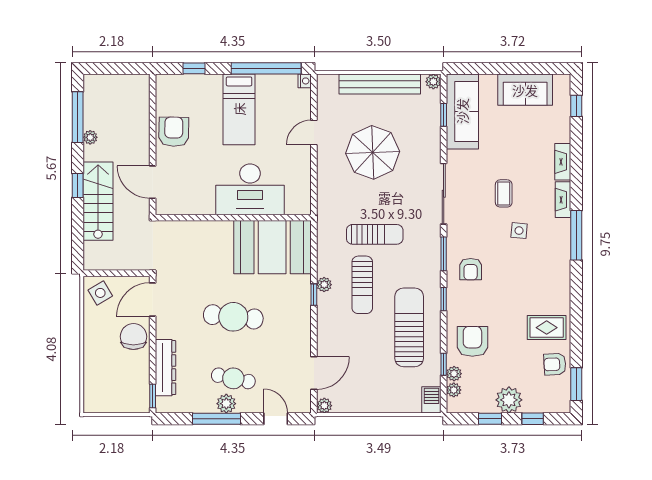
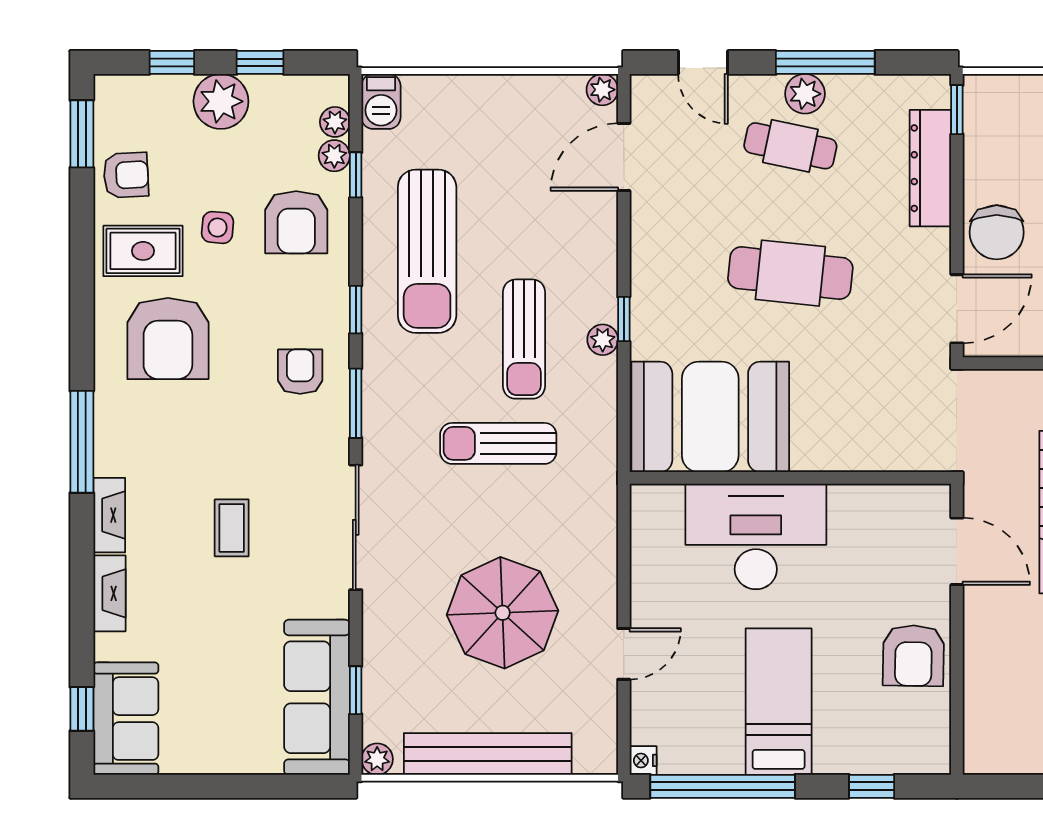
sofa: (525, 90) -> (126, 719), moved, turned 90
side table: (519, 231) -> (218, 227), moved
sun lounger: (362, 285) -> (524, 339), turned 180
armchair: (535, 285) -> (168, 339), added

